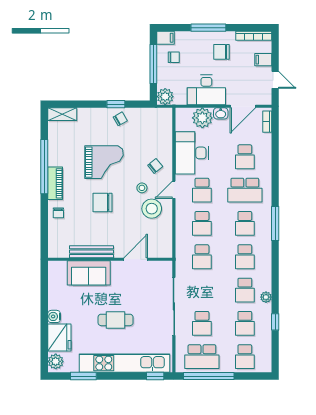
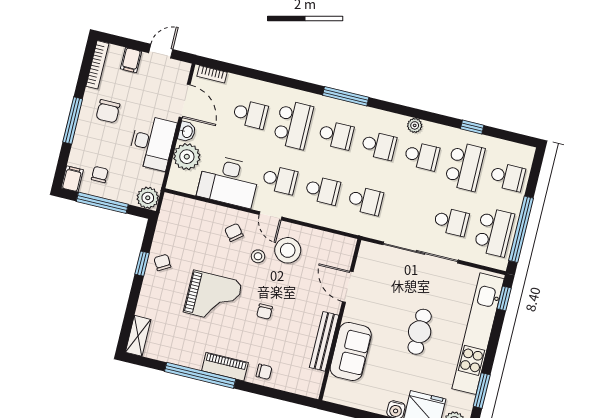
grand piano: (104, 162) -> (213, 297), turned 90
chair: (103, 203) -> (265, 312), width x0.54, depth x0.54
plant: (266, 297) -> (415, 125), moved
school desk: (245, 323) -> (465, 166), width x1.85

